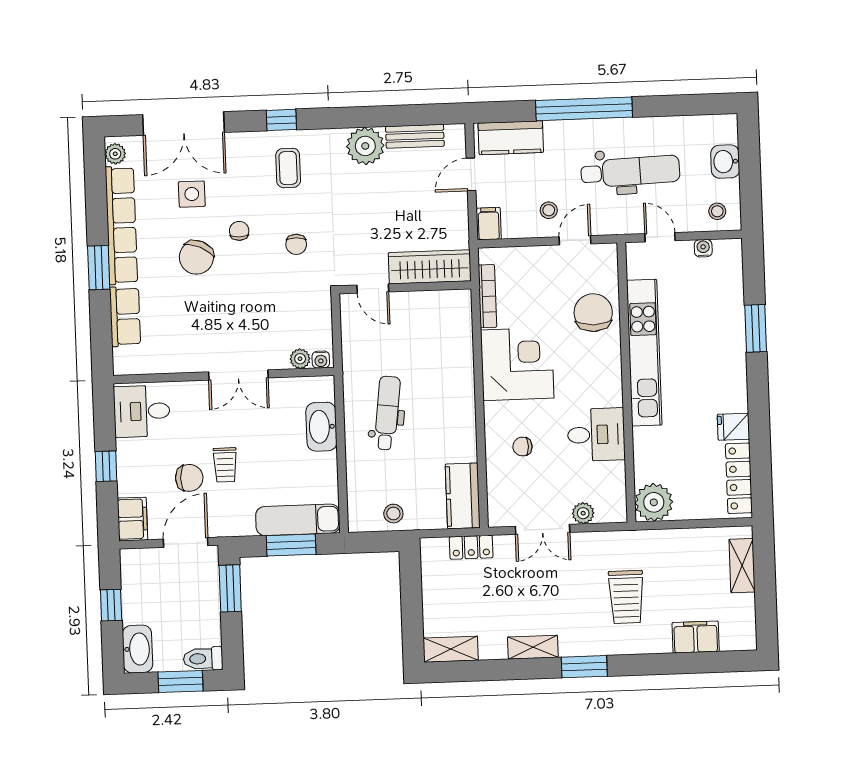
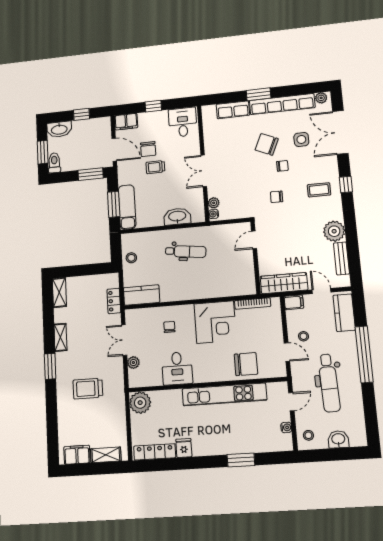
wardrobe: (430, 267) -> (284, 283), moved, turned -90
filing cabinet: (696, 637) -> (77, 455), moved, turned -90

